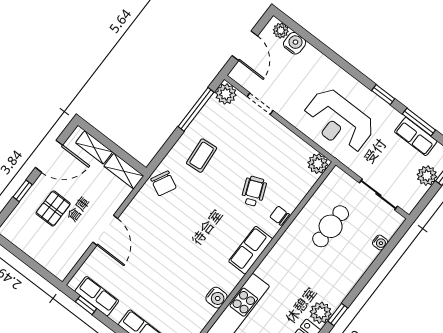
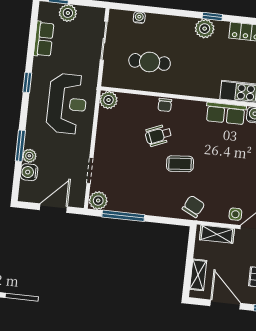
plant: (281, 31) -> (29, 156), moved
window: (419, 122) -> (20, 146), moved
coffee table: (202, 156) -> (180, 164), moved
shelving: (124, 171) -> (217, 234), moved, turned 90
side table: (131, 220) -> (235, 214), added
row of seats: (251, 250) -> (226, 113), moved
plant: (321, 313) -> (205, 29), moved

